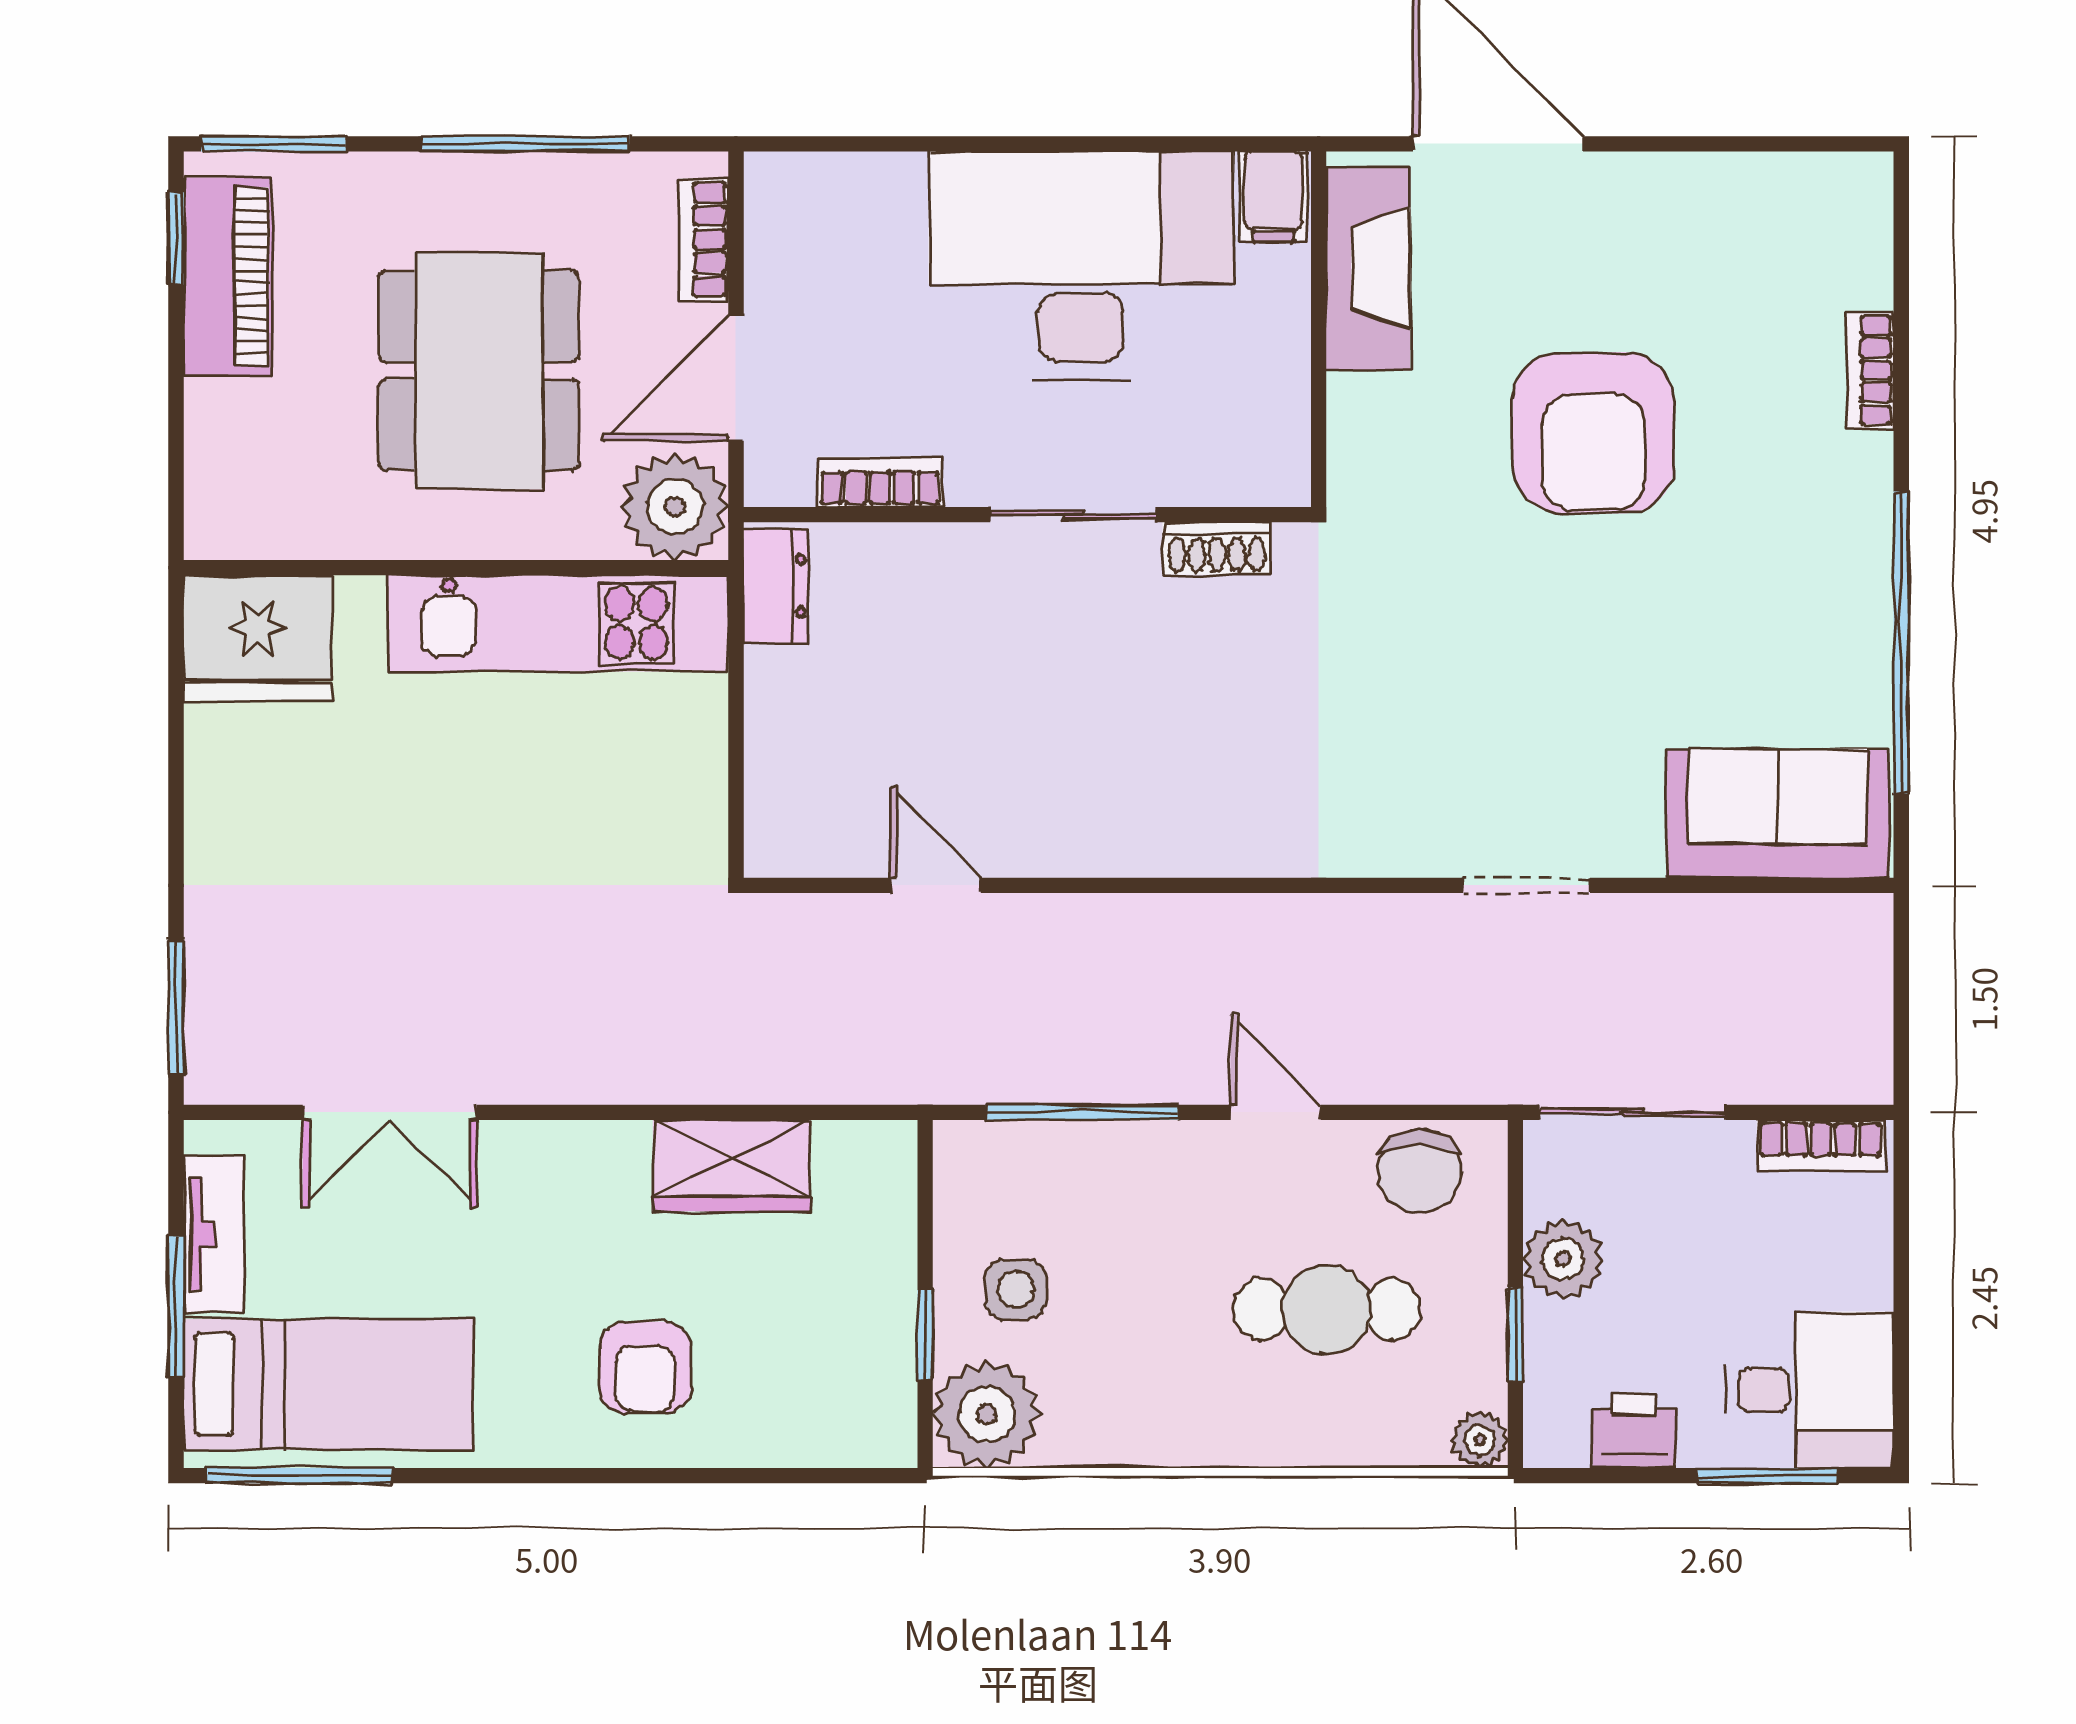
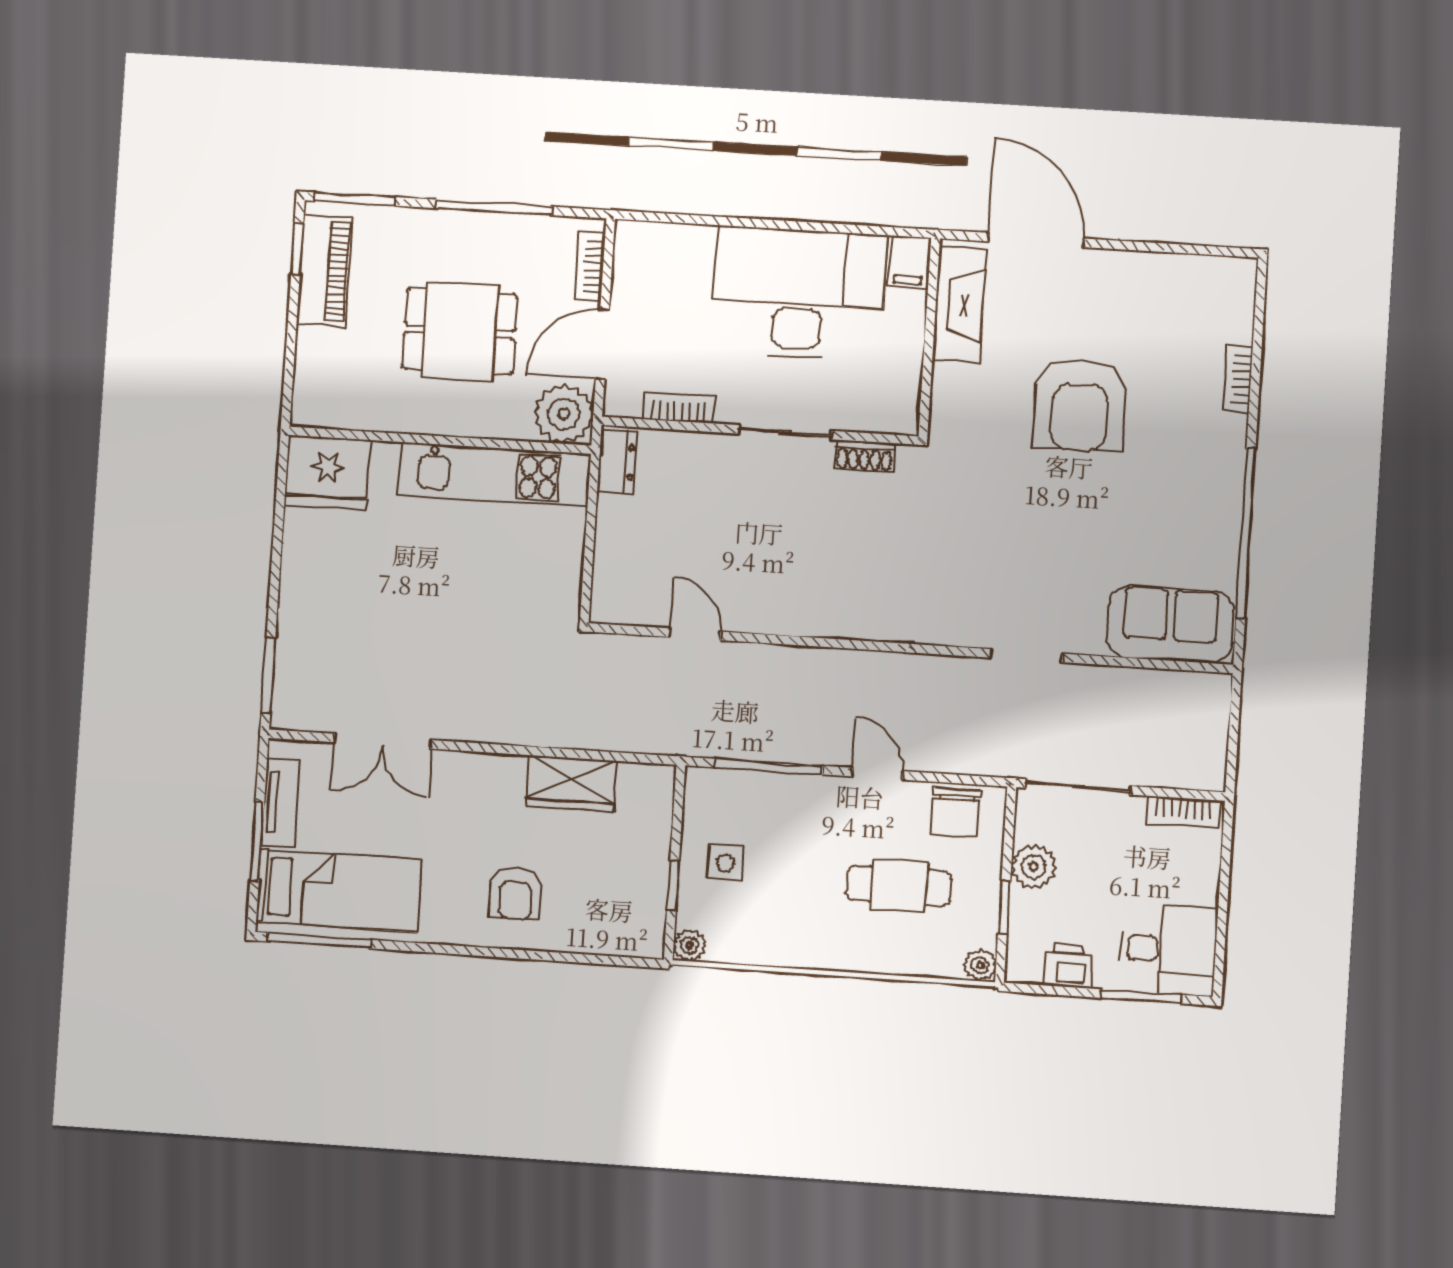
dining table: (479, 371) -> (460, 332), width x0.73
plant: (986, 1414) -> (690, 945), width x0.53, depth x0.53

